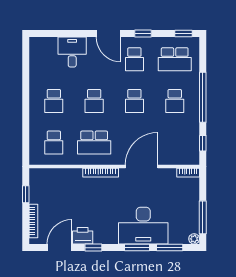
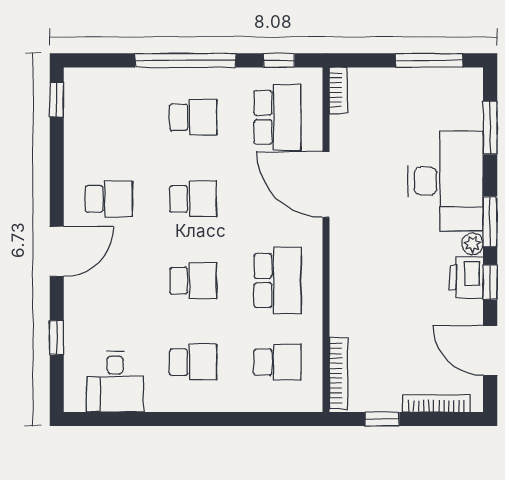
window: (143, 34) -> (57, 338), moved
desk: (72, 52) -> (115, 382), moved, turned -90
school desk: (175, 59) -> (277, 117), moved
bookcase: (101, 173) -> (338, 373), moved
printer: (83, 236) -> (466, 277), moved
plant: (194, 239) -> (472, 244), moved
window: (137, 248) -> (490, 222), moved

